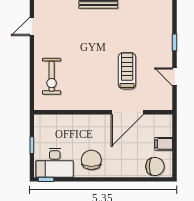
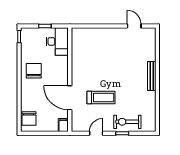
exercise bike: (52, 76) -> (127, 122), moved
filing cabinet: (164, 144) -> (63, 125), moved
chair: (91, 160) -> (34, 71), turned -90
desk: (55, 163) -> (57, 41), moved, turned 180

